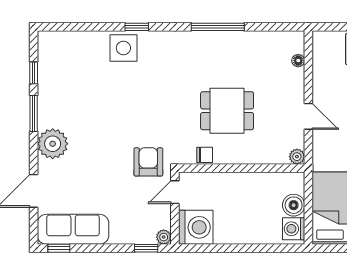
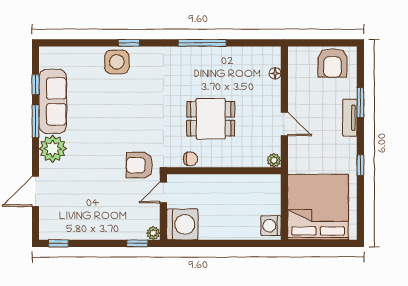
armchair: (148, 162) -> (139, 165), turned -90
boiler: (294, 205) -> (271, 204), removed
sofa: (73, 229) -> (53, 101), moved, turned 90

